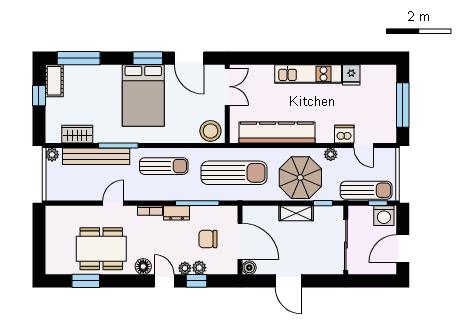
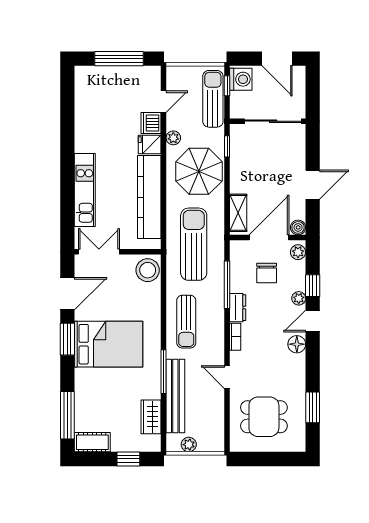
kitchen unit: (308, 74) -> (85, 190), moved
fridge: (351, 75) -> (150, 144), moved, turned 180
window: (39, 96) -> (128, 459), moved
plant: (52, 155) -> (189, 445), moved
sun lounger: (164, 166) -> (186, 322), turned 180
shelving: (296, 213) -> (238, 213), moved
dining table: (101, 249) -> (264, 417), moved, width x0.73
plant: (199, 268) -> (298, 252), moved

